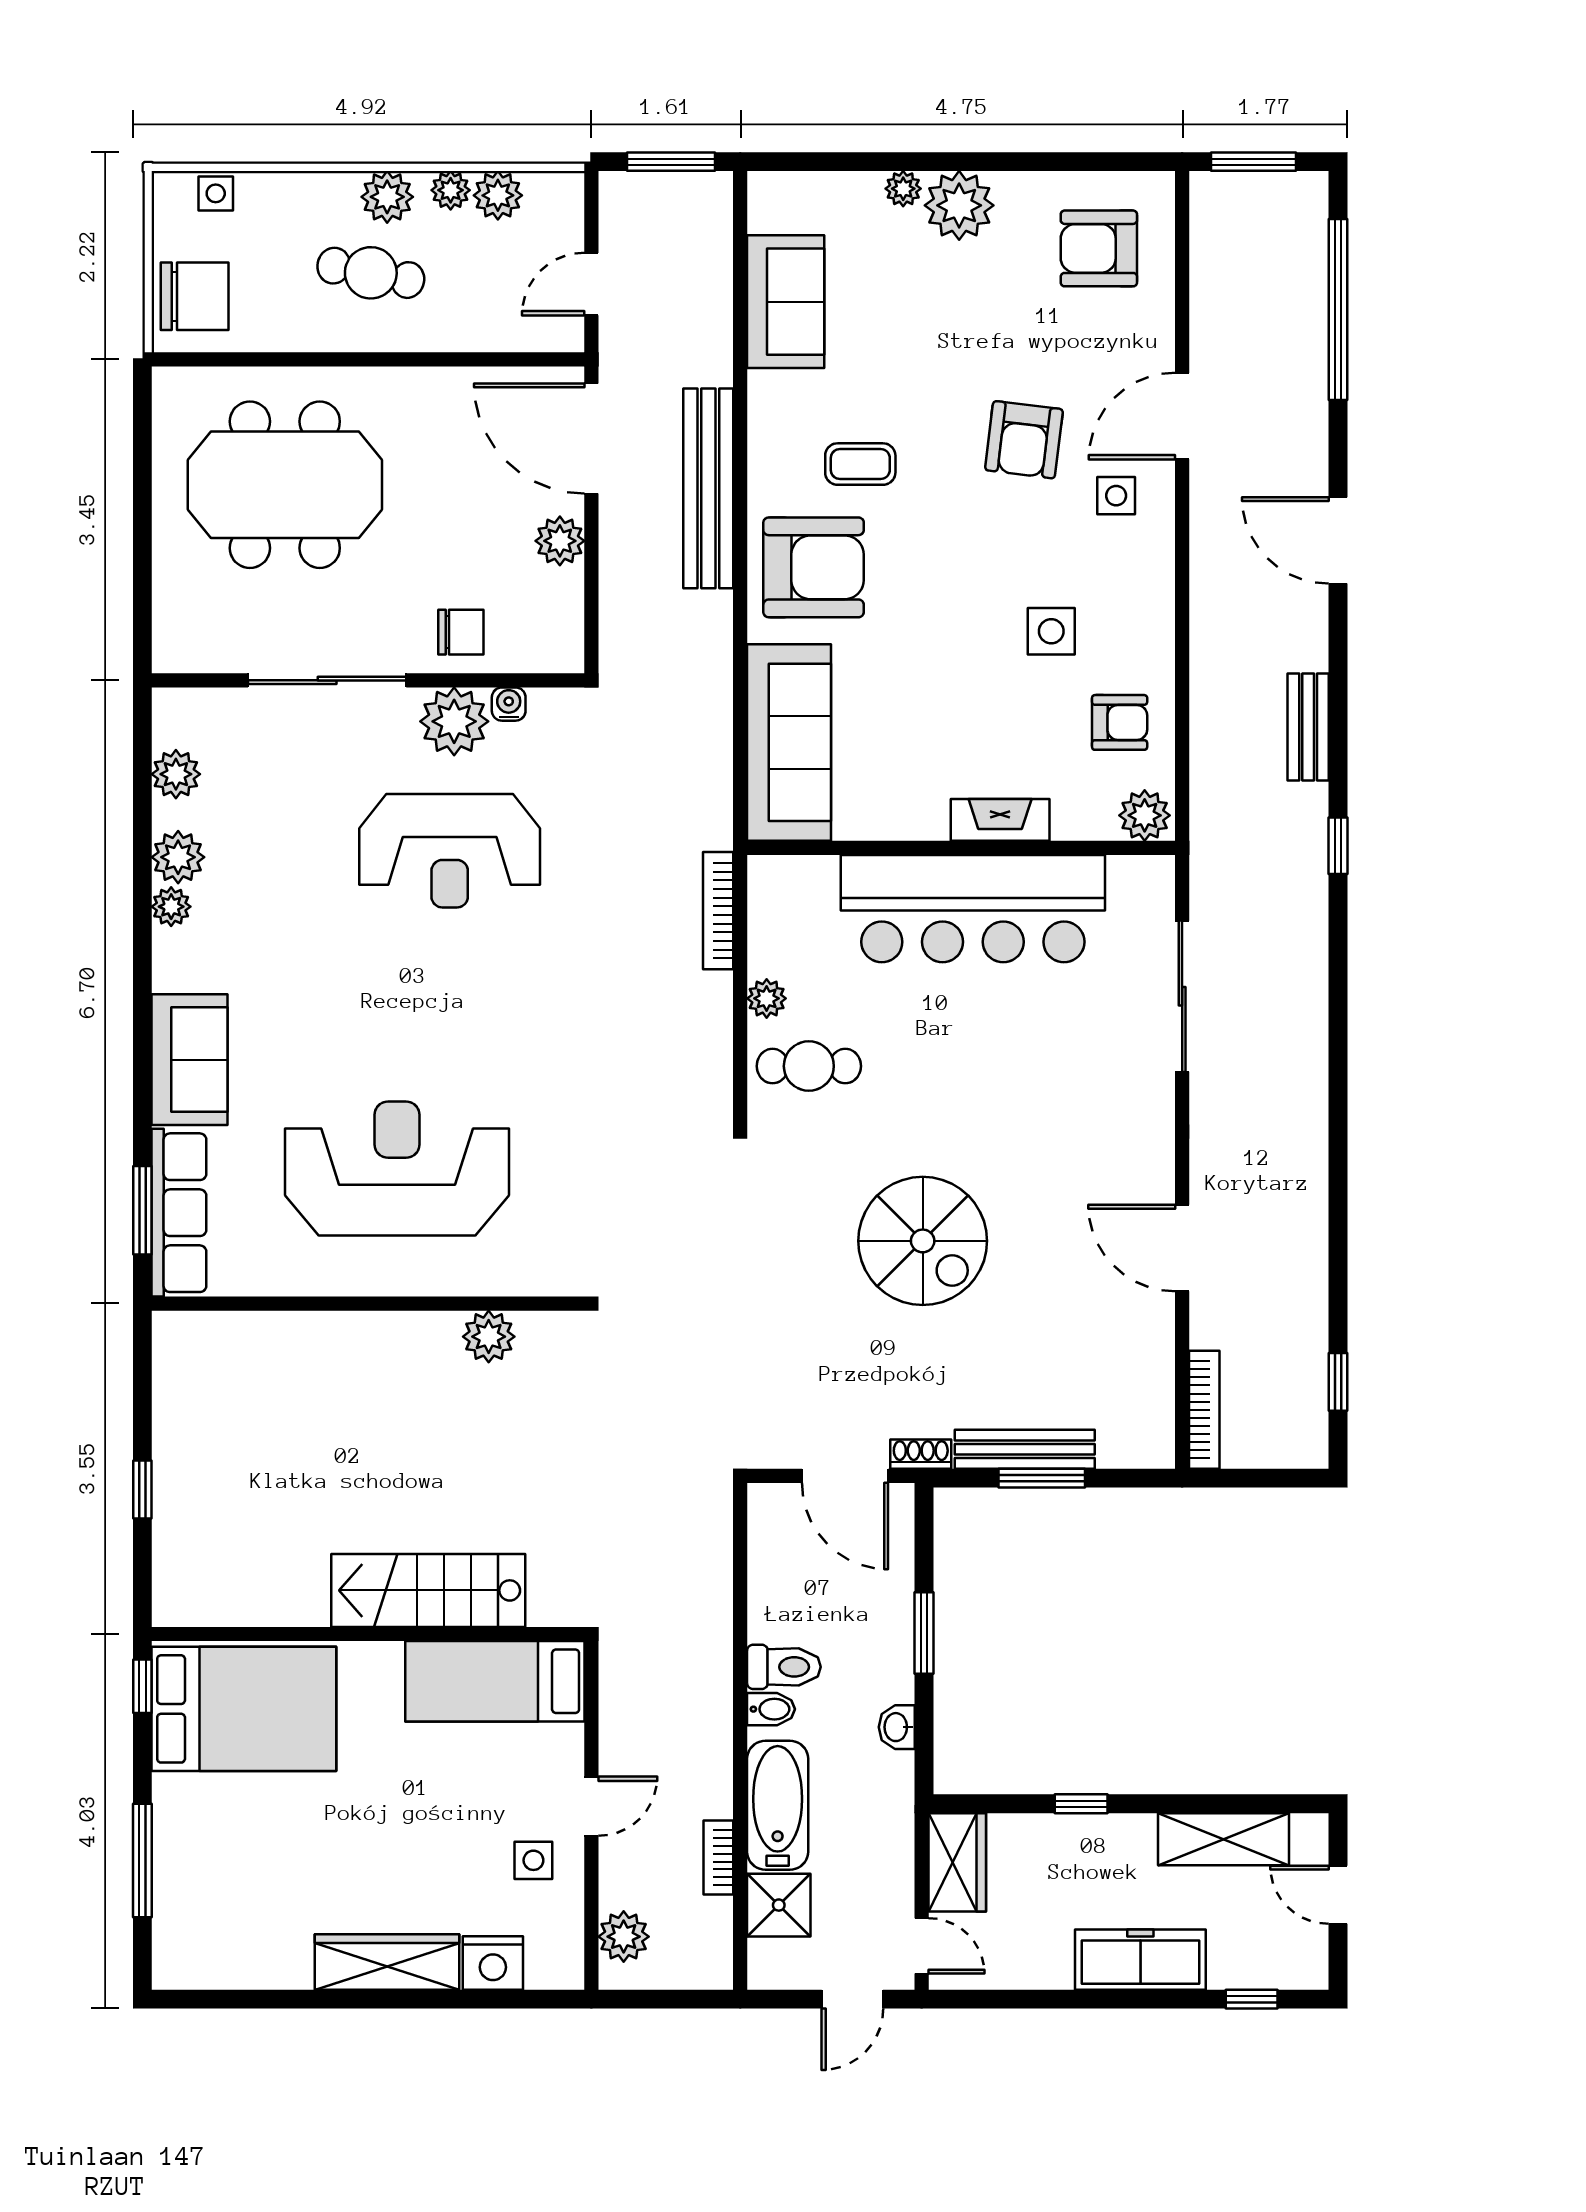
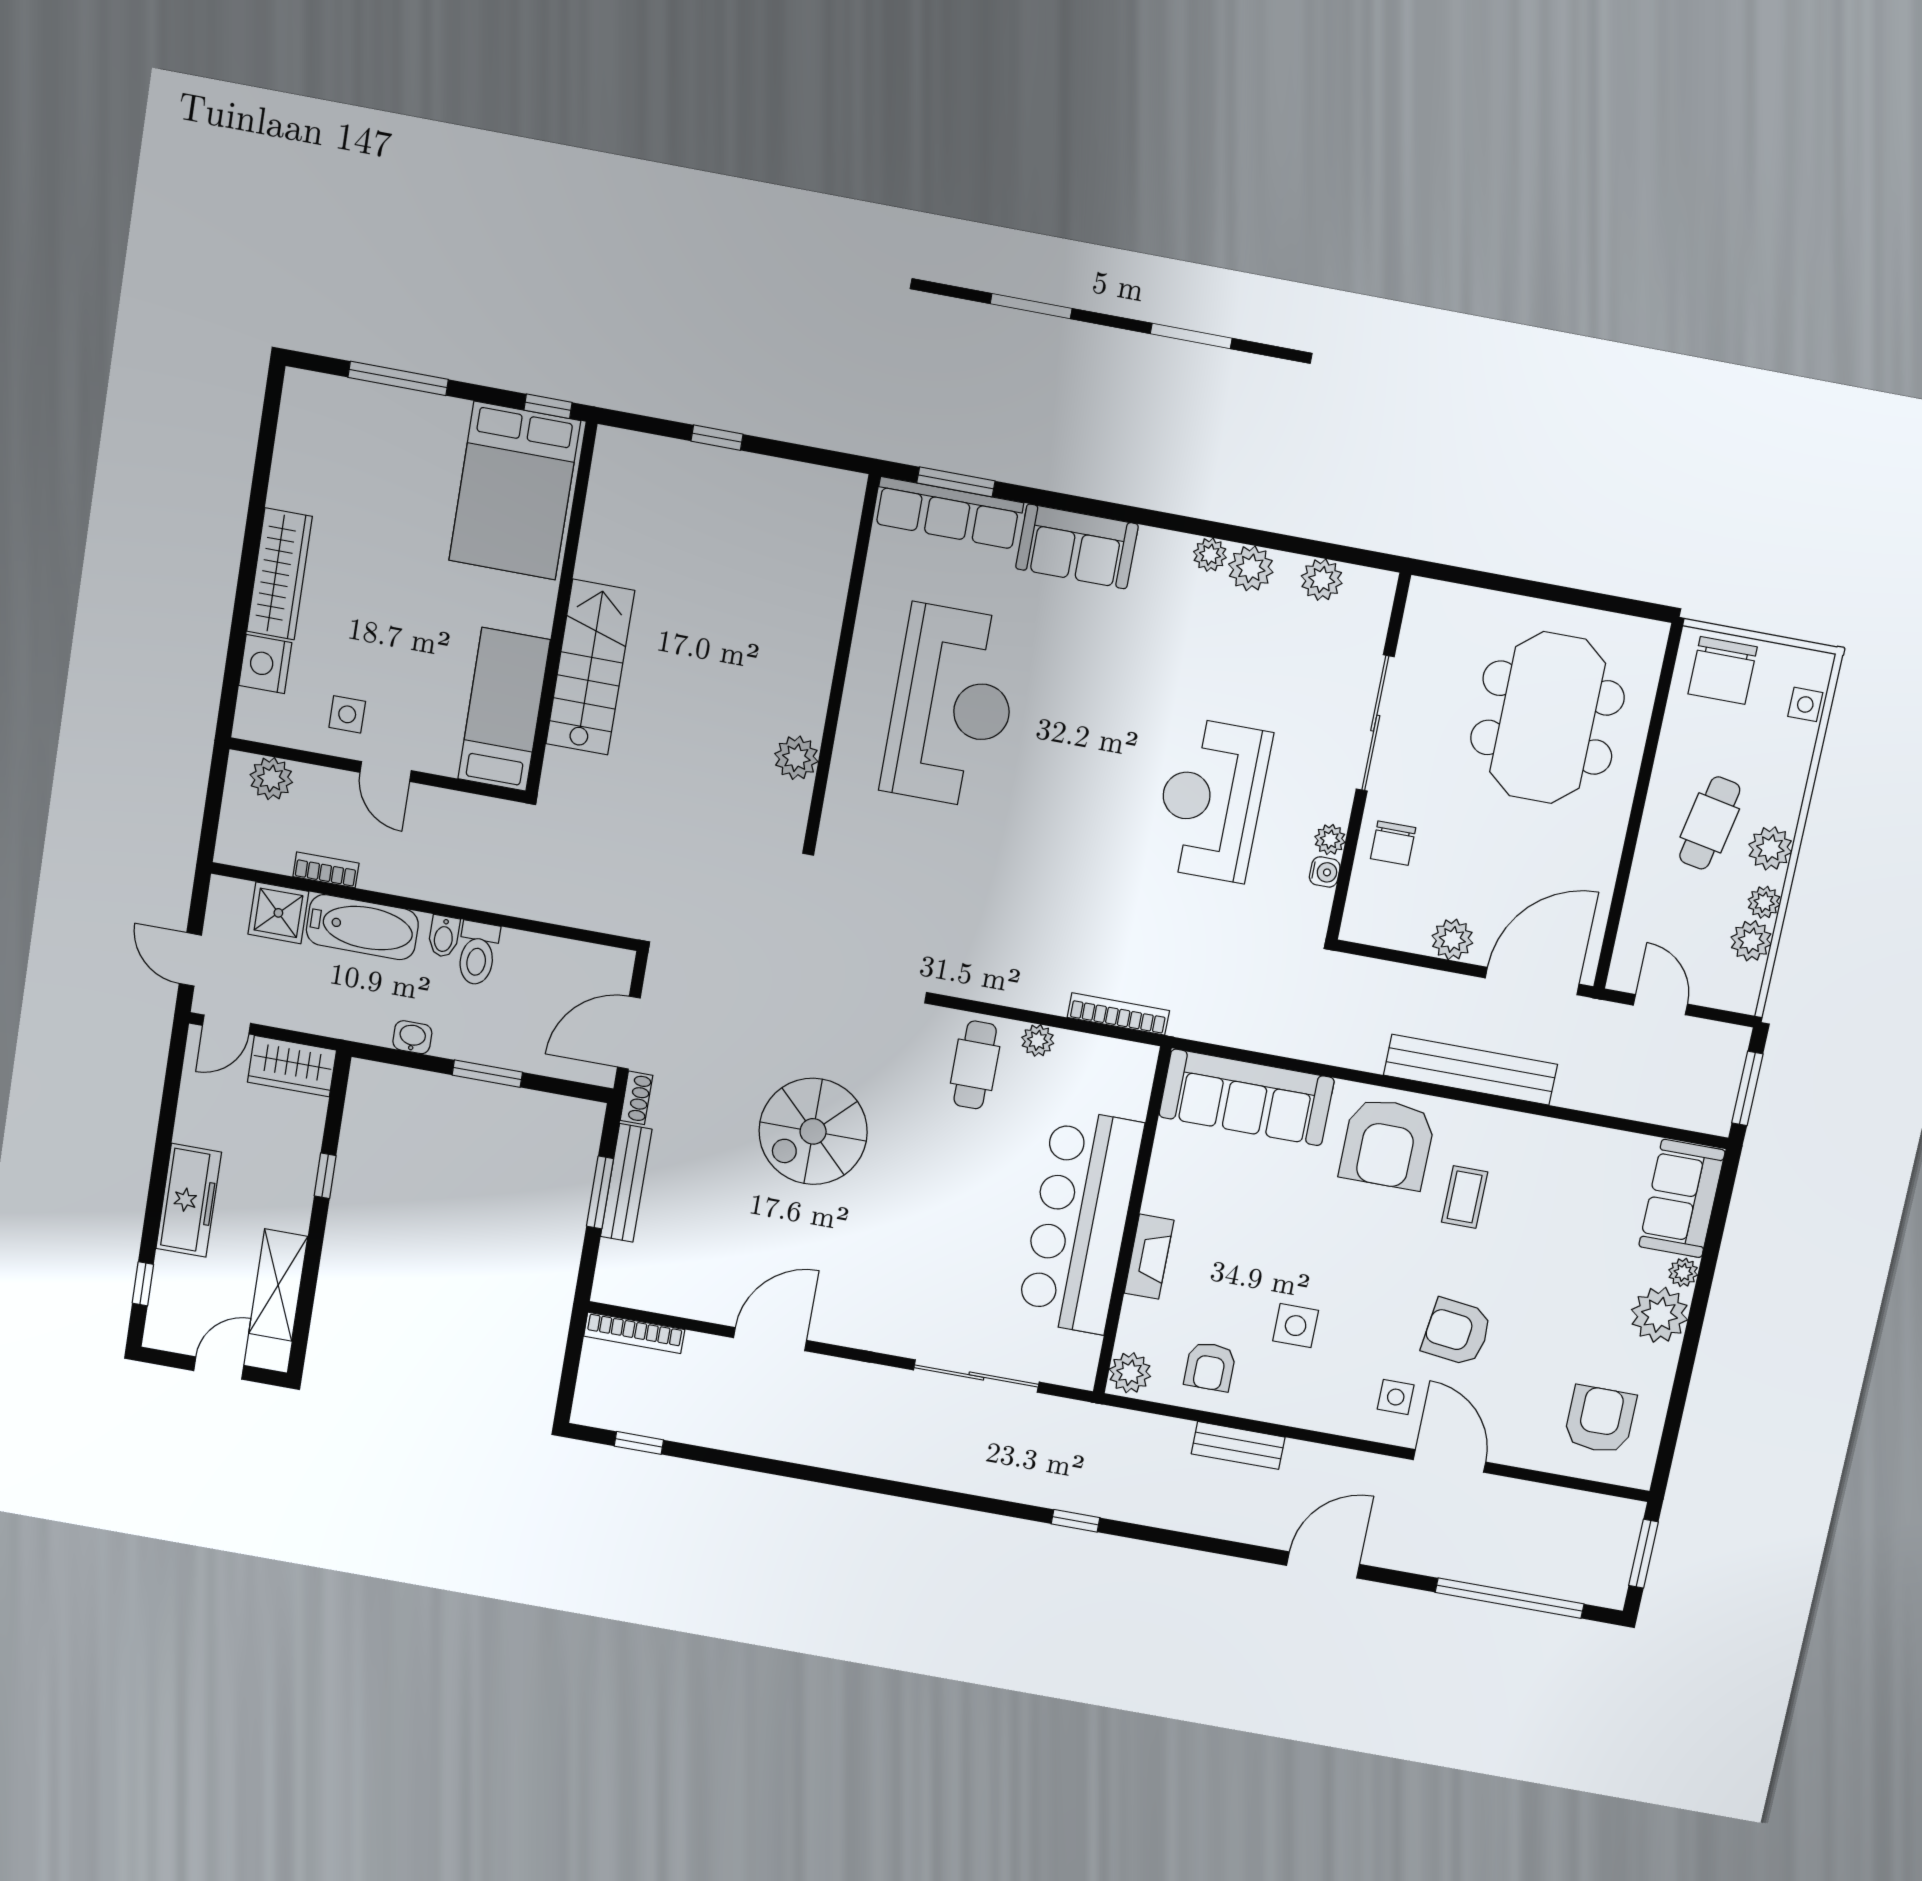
sofa: (786, 302) -> (1682, 1198), moved, turned 90
plant: (454, 721) -> (1330, 839), width x0.53, depth x0.53
bench: (1308, 727) -> (1238, 1445), moved

